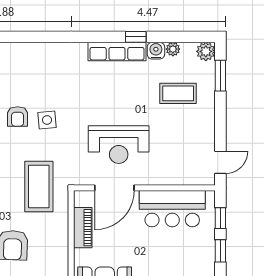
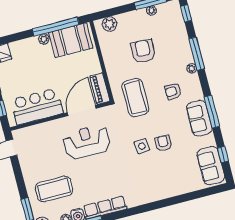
coffee table: (178, 93) -> (54, 189), width x1.36, depth x1.32
piano: (83, 228) -> (100, 89), moved

